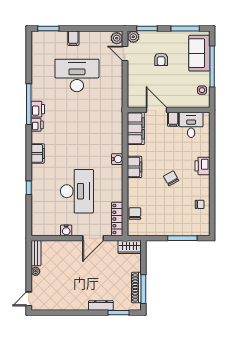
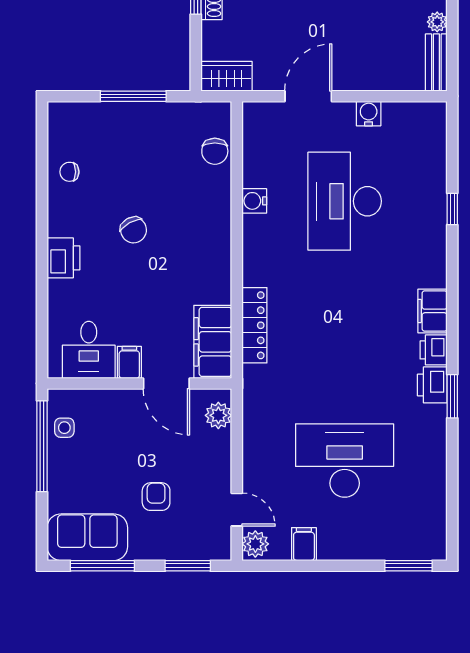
plant: (133, 37) -> (218, 415), moved
filing cabinet: (73, 38) -> (304, 544), moved
sofa: (199, 53) -> (87, 537), moved, turned -90
window: (212, 66) -> (42, 446), moved
desk: (77, 75) -> (345, 461), turned 180
window: (29, 104) -> (452, 396), width x0.47
filing cabinet: (38, 153) -> (433, 311), moved
water cooler: (117, 159) -> (254, 201), moved
filing cabinet: (134, 167) -> (216, 256), removed
locker: (117, 219) -> (254, 325), moved
window: (182, 238) -> (133, 96), moved

